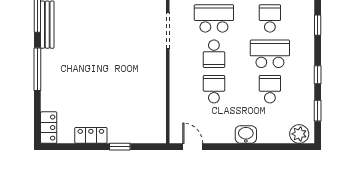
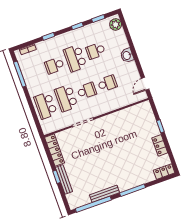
school desk: (214, 89) -> (107, 83), turned 180

